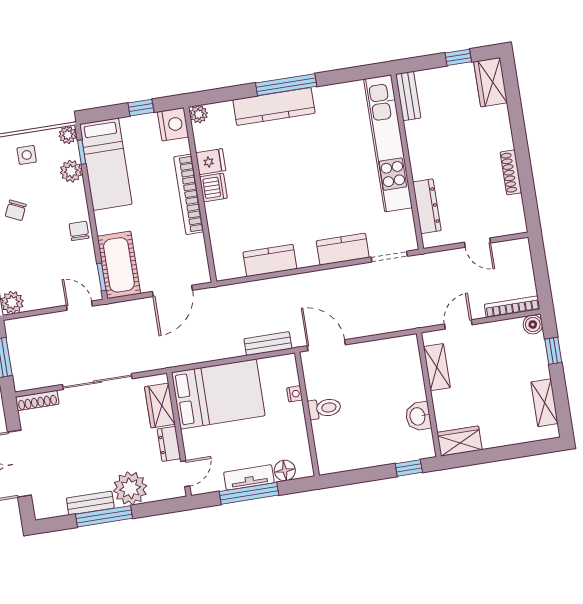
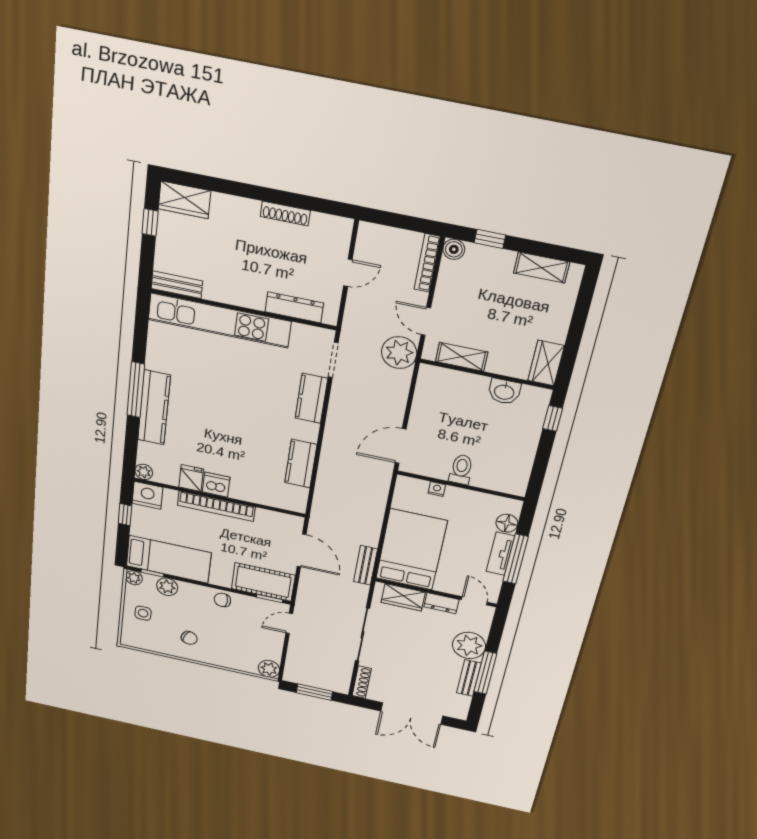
plant: (419, 312) -> (399, 353), added
bench: (268, 344) -> (366, 565), moved

